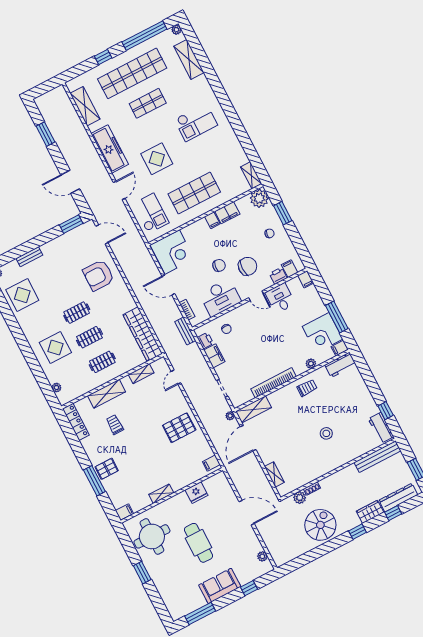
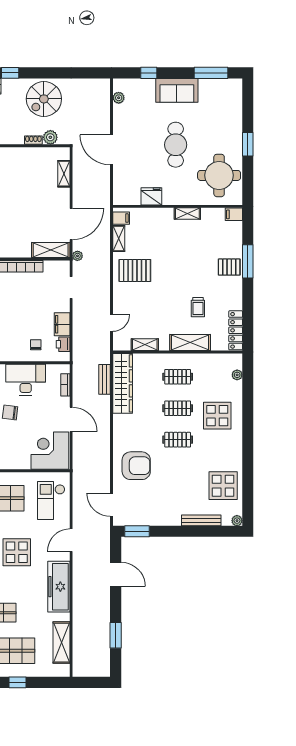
bench: (29, 257) -> (201, 520), width x1.36
bench: (185, 331) -> (104, 379), moved
shelving: (205, 446) -> (119, 238), added

